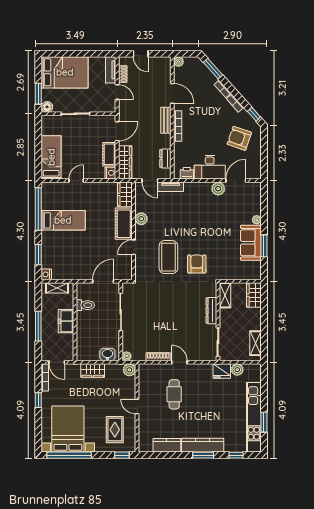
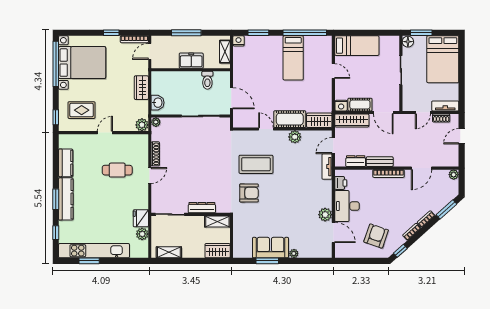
bench: (166, 120) -> (380, 162), moved

